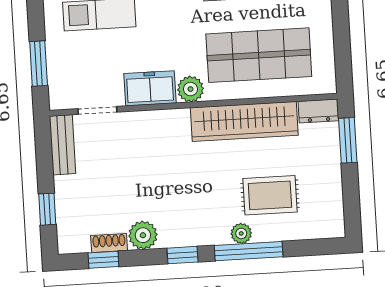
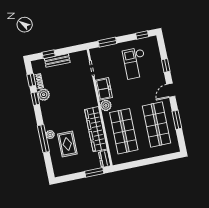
bench: (62, 145) -> (57, 60), moved
window: (182, 255) -> (35, 99), moved

